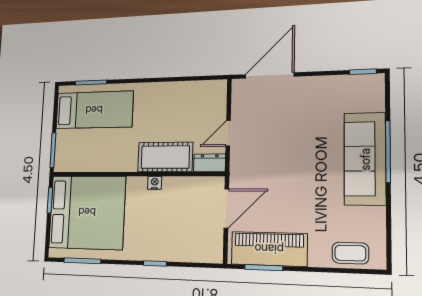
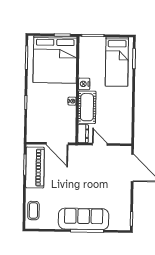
nightstand: (127, 163) -> (84, 84), added

